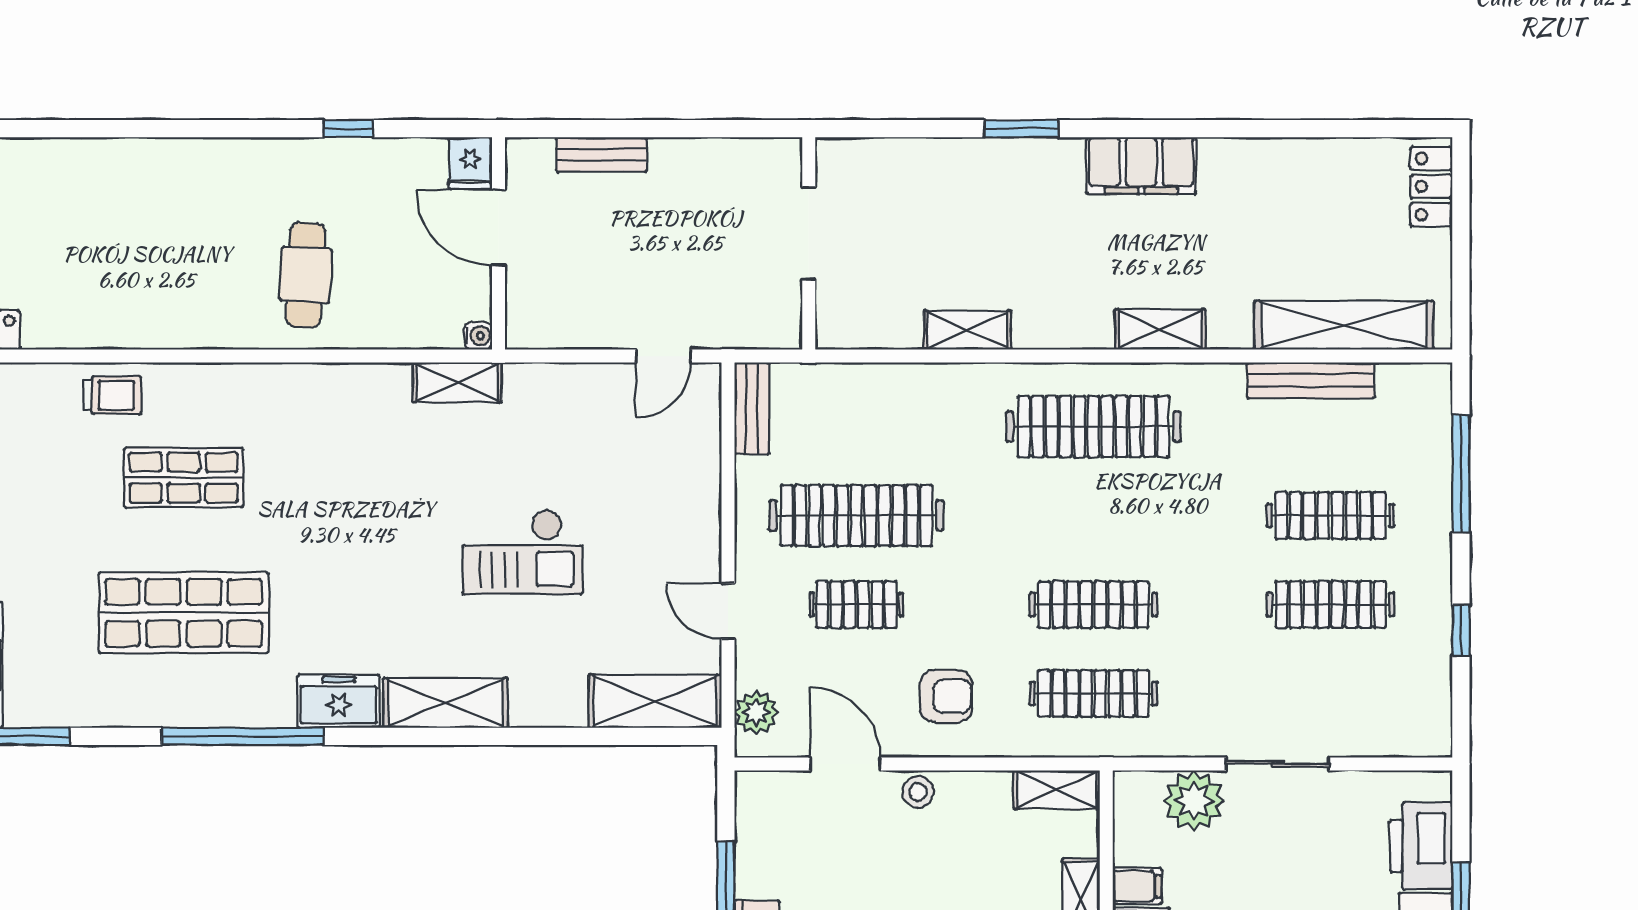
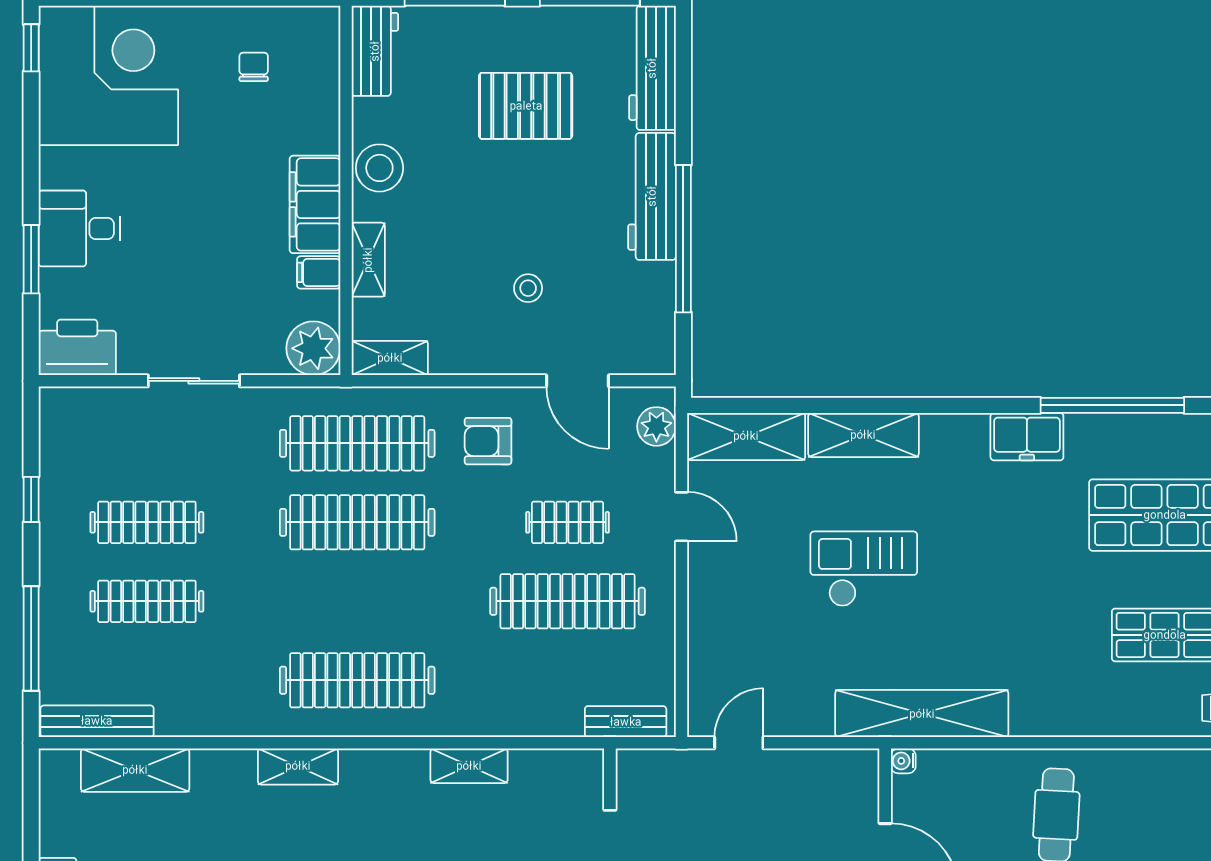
shelving: (1344, 325) -> (135, 770), width x0.68
bench: (1311, 380) -> (97, 721), moved
shelving: (457, 382) -> (922, 714), width x2.20, depth x1.33
bench: (752, 408) -> (626, 722), moved, turned 90
clothes rail: (1093, 605) -> (357, 522), width x1.37, depth x1.31
clothes rail: (1093, 694) -> (357, 443), width x1.37, depth x1.31
shelving: (445, 703) -> (863, 435), moved
stool: (918, 792) -> (528, 288), moved
plant: (1194, 801) -> (313, 348), moved
printer: (1421, 846) -> (77, 347), moved, turned -90

